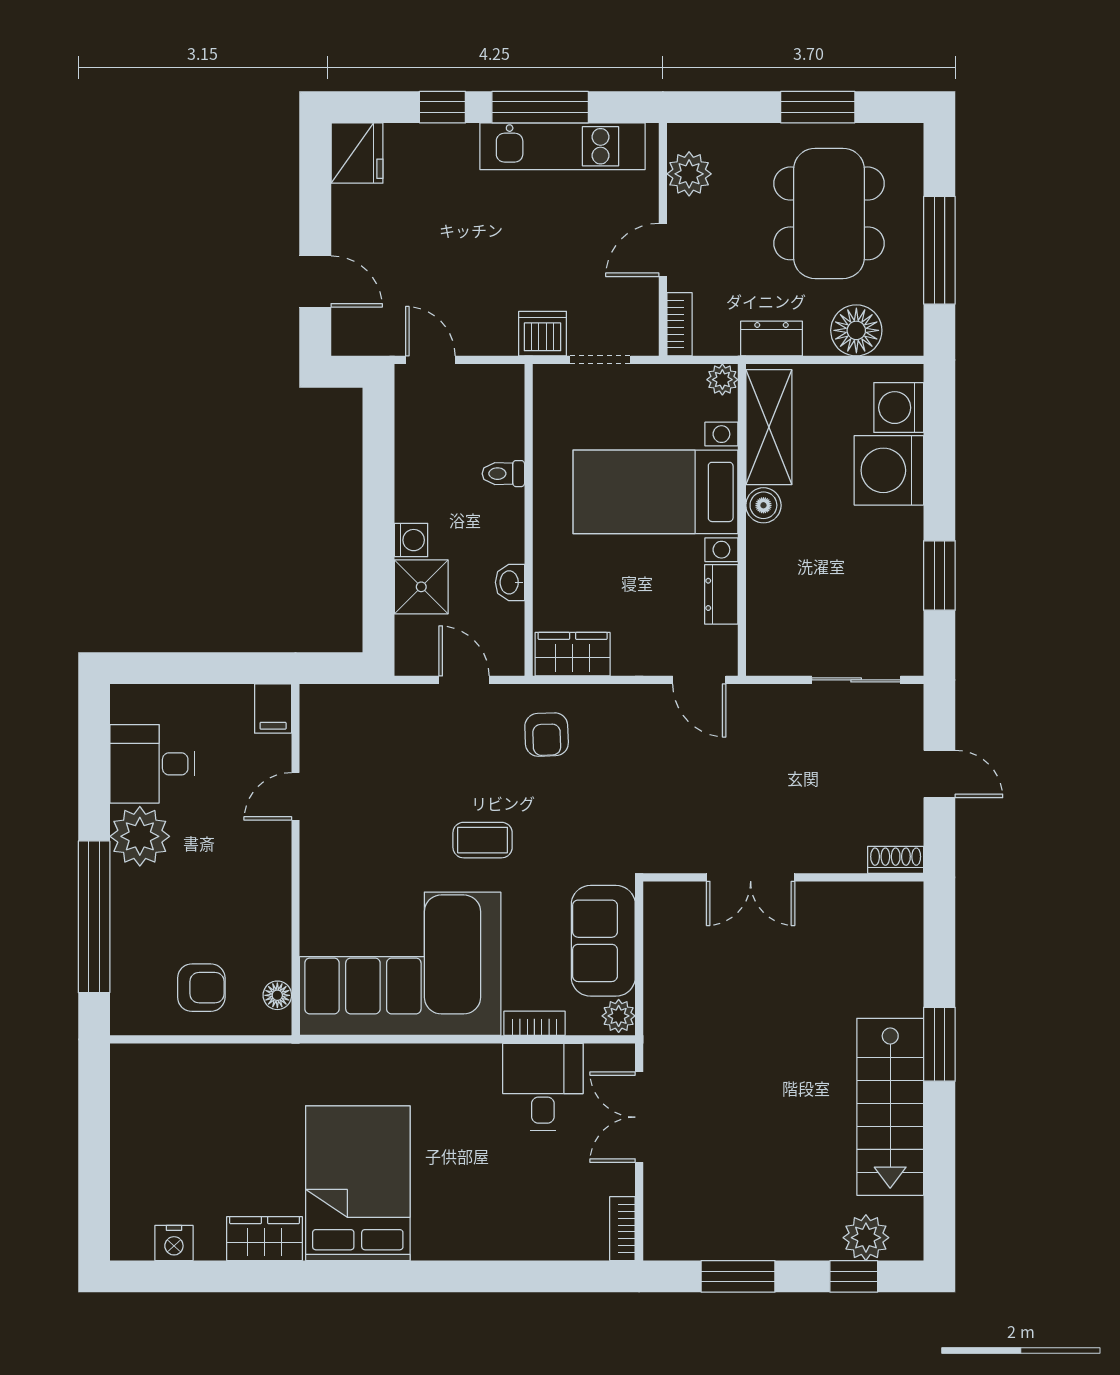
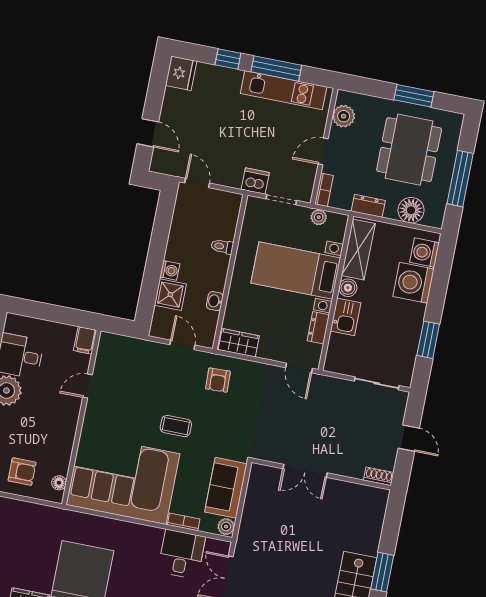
plant: (722, 380) -> (319, 217), moved
kitchen sink: (770, 563) -> (346, 317), added

